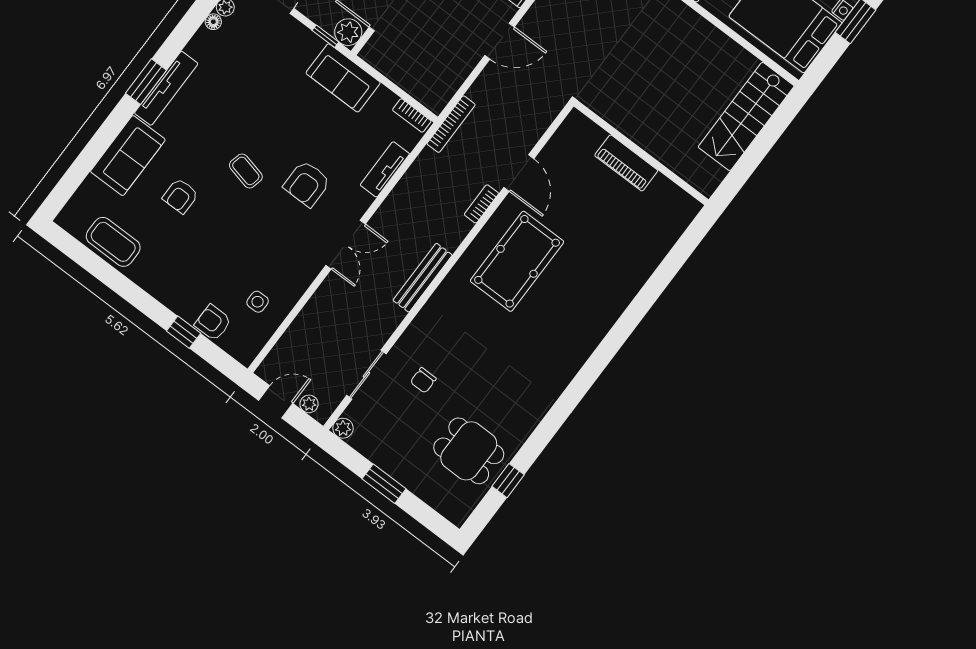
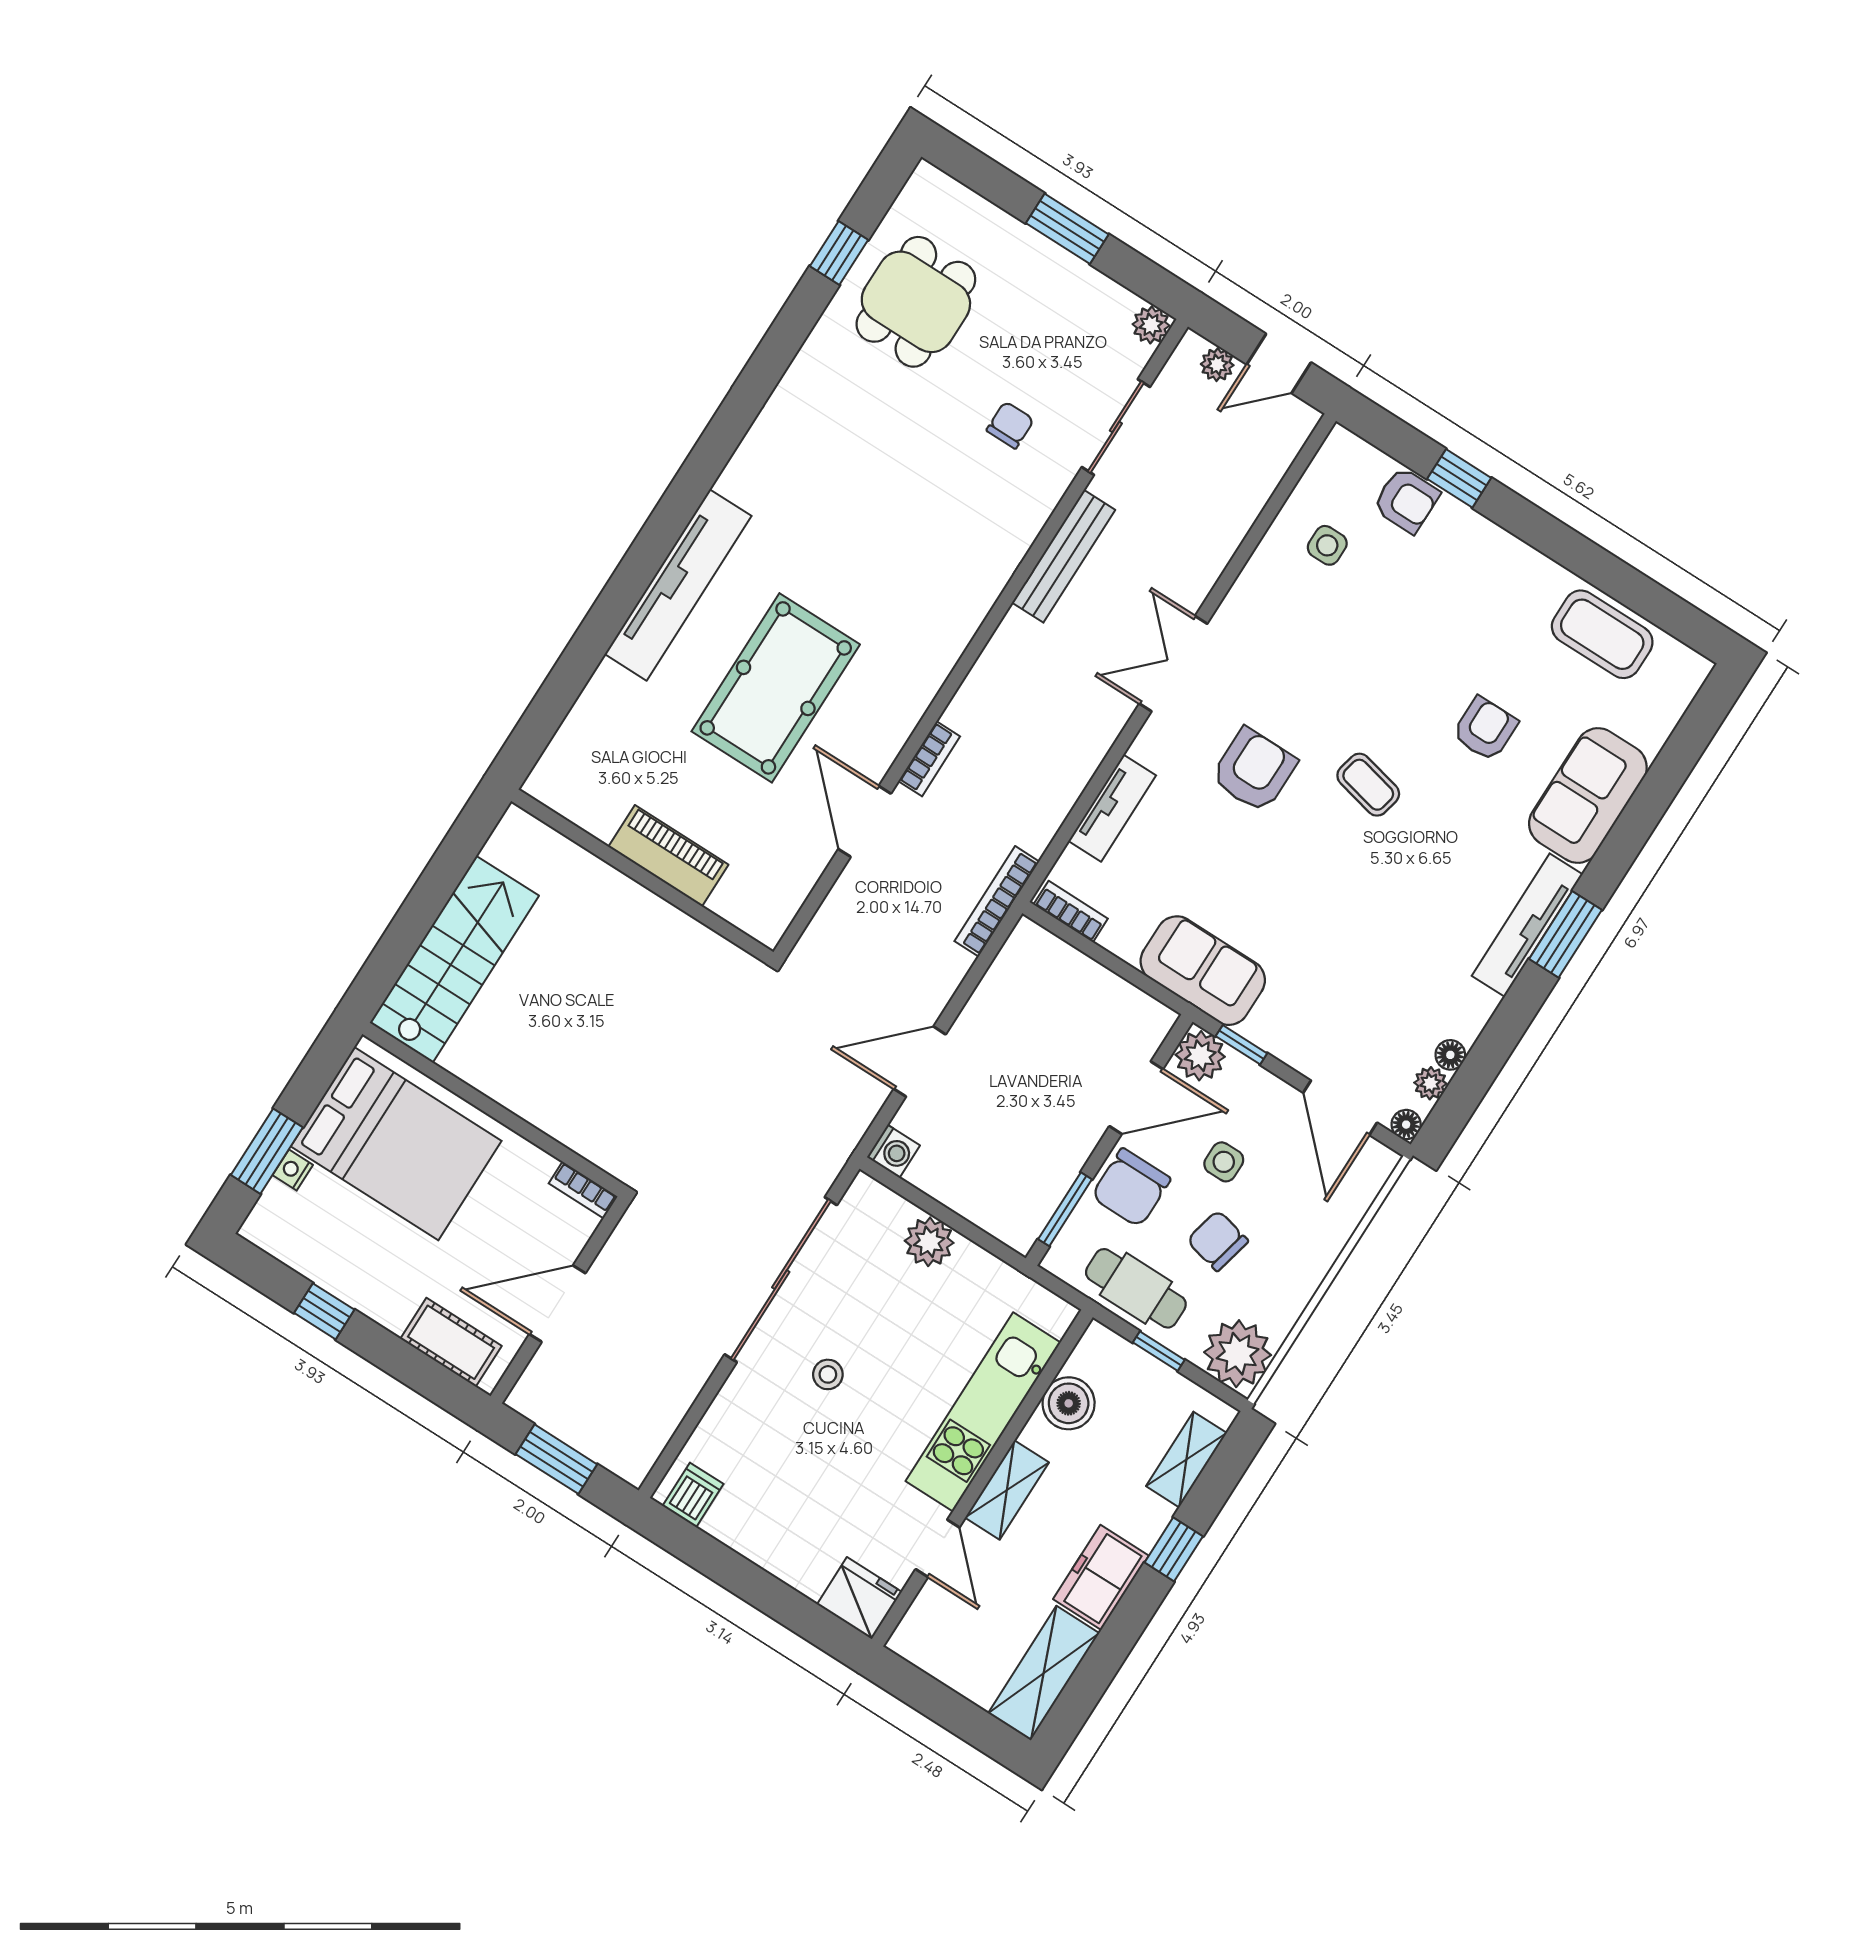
pool table: (517, 261) -> (776, 688), moved
bench: (423, 278) -> (1064, 556), moved
tv unit: (609, 309) -> (678, 585), added
dining table: (469, 451) -> (916, 302), turned 90

